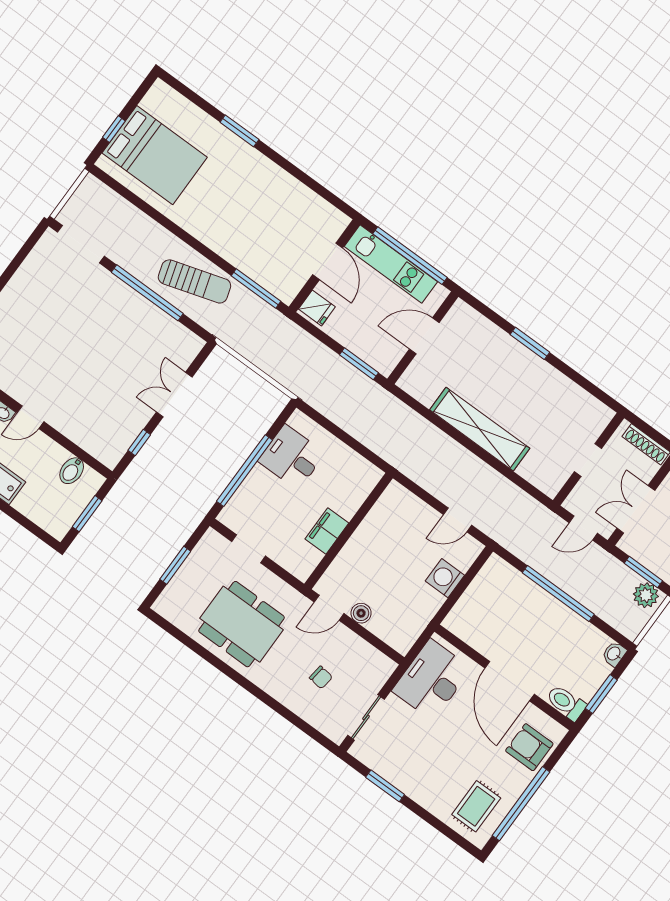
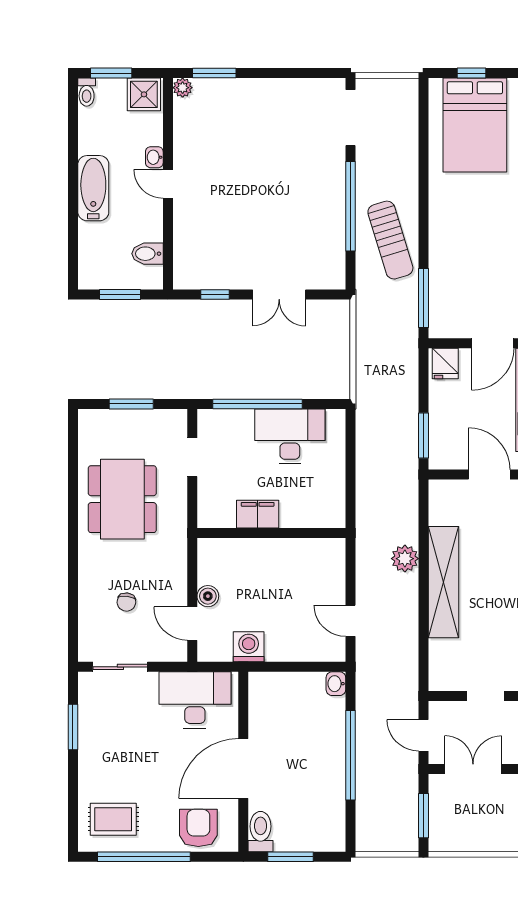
double door: (174, 395) -> (279, 294), swing flipped
desk: (292, 457) -> (290, 436), width x1.37
washing machine: (445, 578) -> (249, 647), moved
plant: (646, 595) -> (405, 559), moved
door: (329, 608) -> (192, 624), moved
washbasin: (614, 654) -> (336, 684), moved, turned -90

